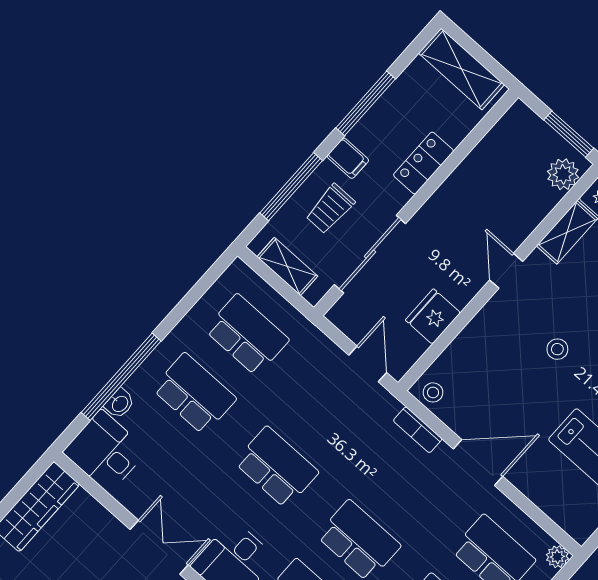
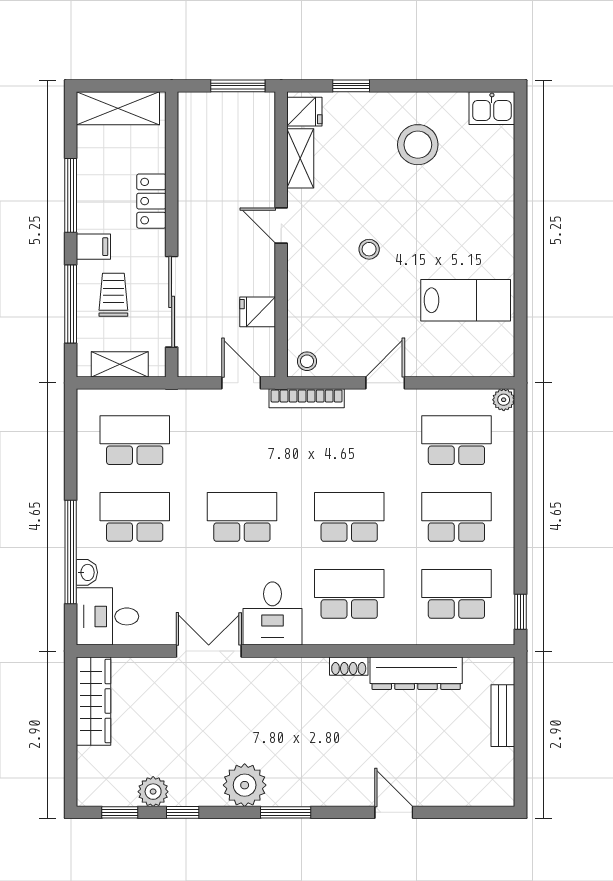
plant: (563, 174) -> (260, 119), removed
trolley: (330, 209) -> (113, 295), turned 180
fridge: (433, 316) -> (258, 312), width x0.72
bookcase: (418, 430) -> (307, 398), width x1.56
door: (478, 463) -> (385, 383), width x0.73

